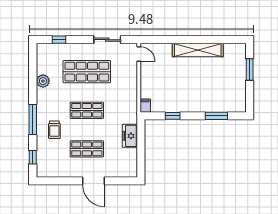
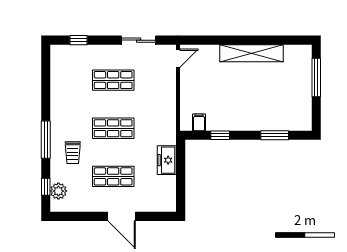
door: (139, 54) -> (178, 58), hinge flipped
window: (250, 70) -> (316, 77), width x1.44
shop shelf: (87, 72) -> (113, 80), width x0.70, depth x0.74
plant: (43, 81) -> (58, 191), moved
filing cabinet: (145, 106) -> (199, 122), moved

